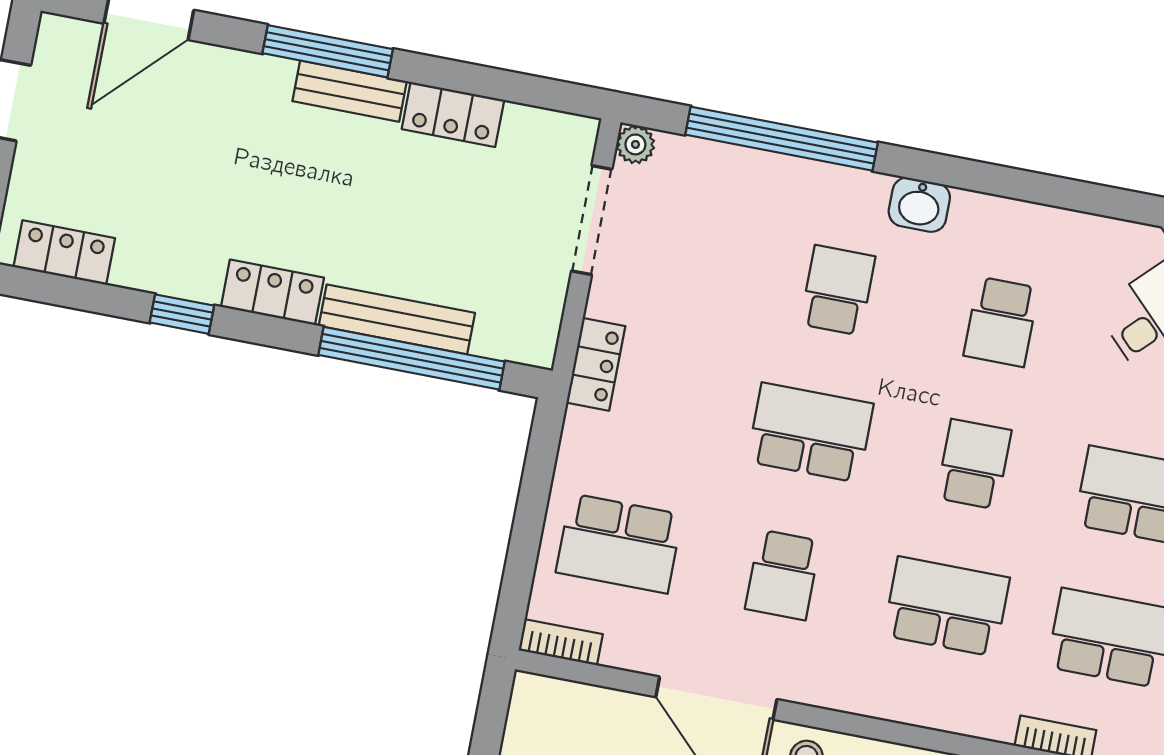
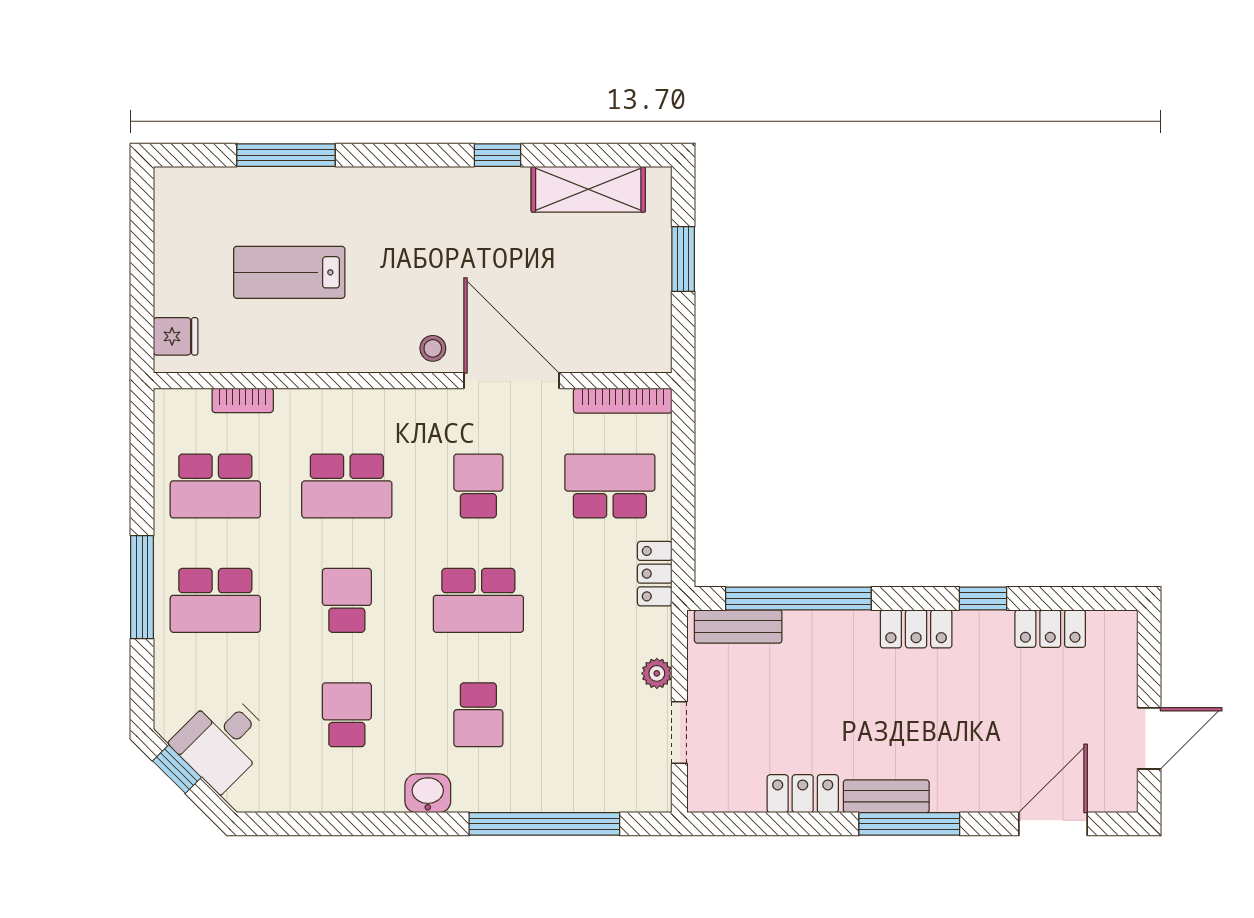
plant: (635, 144) -> (657, 673), moved
doorway: (592, 220) -> (679, 732), width x0.73
locker: (64, 253) -> (1050, 629), moved
bench: (397, 319) -> (738, 626), moved, width x0.73
locker: (596, 364) -> (655, 574), moved
school desk: (974, 464) -> (347, 600), turned 180
bookcase: (561, 642) -> (623, 401), width x1.56

